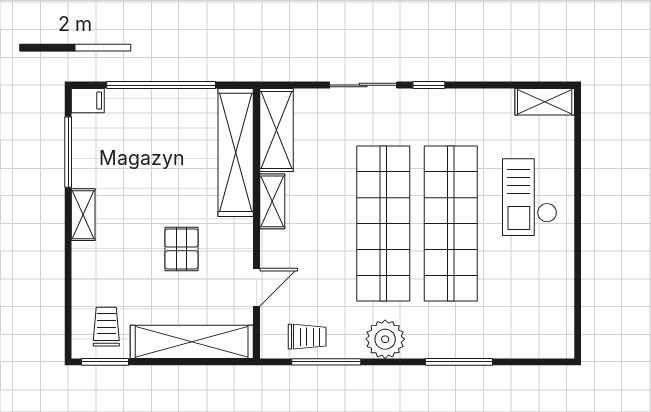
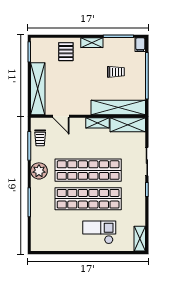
pallet: (181, 249) -> (66, 52), moved, turned 90
trolley: (106, 327) -> (116, 72), moved

